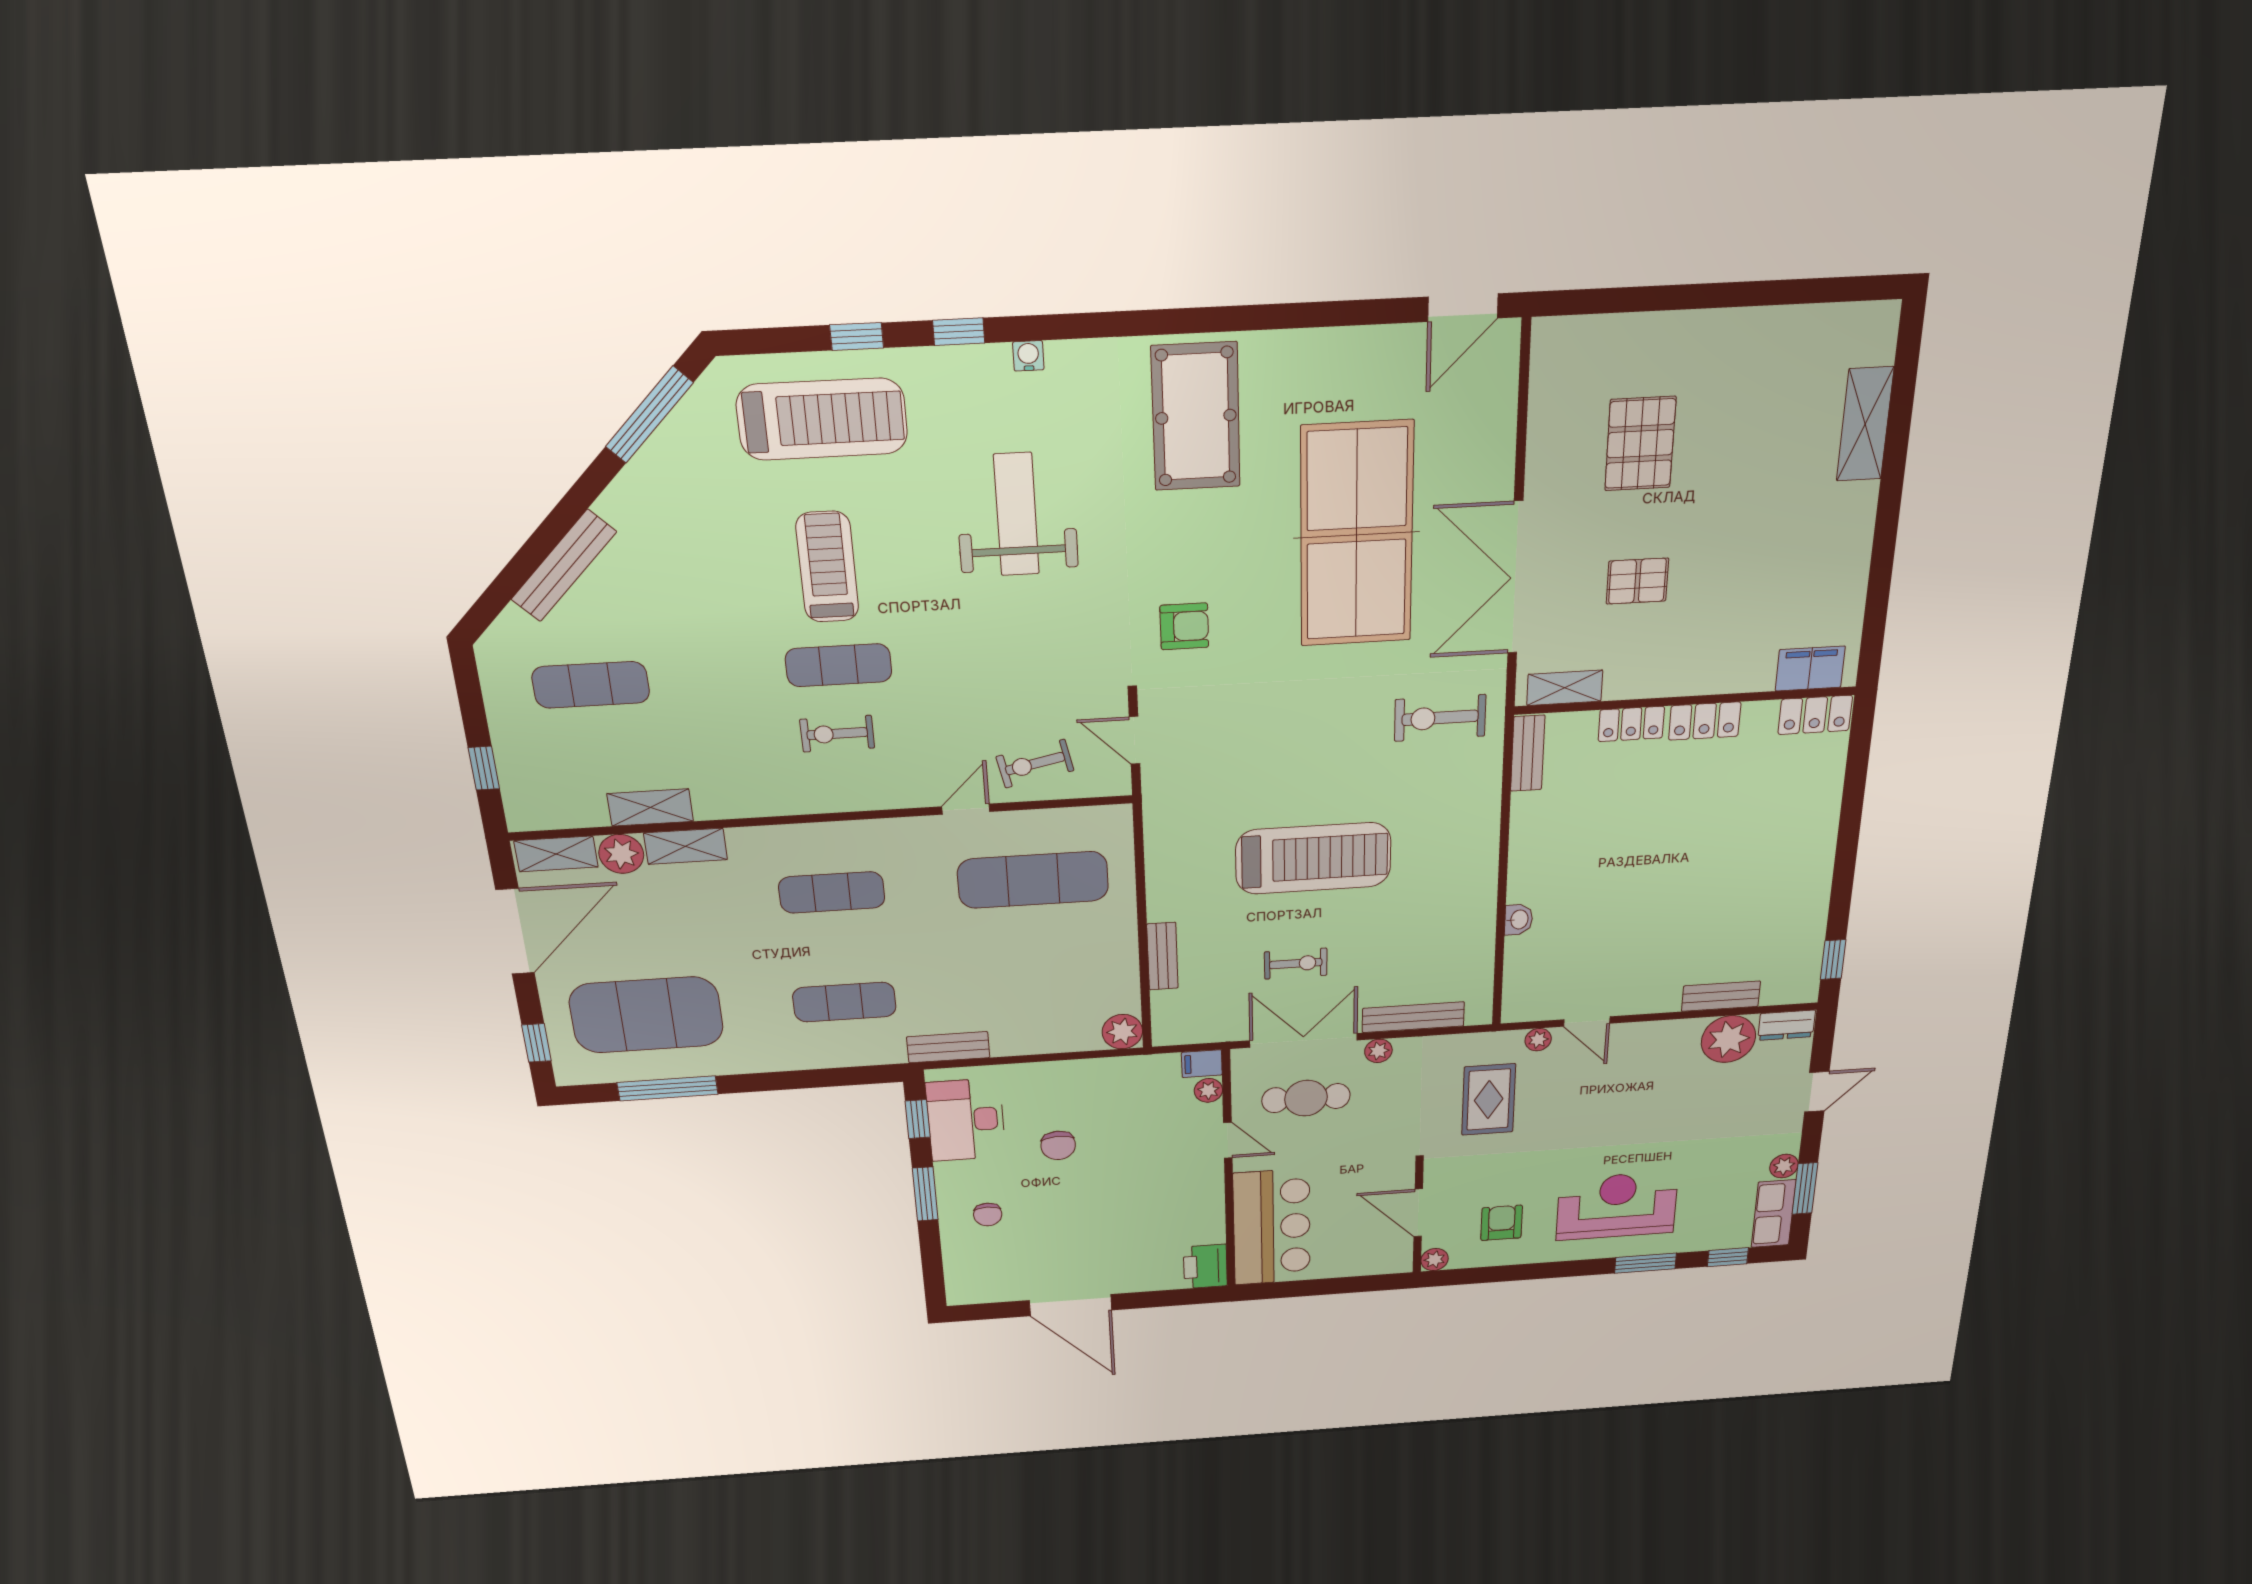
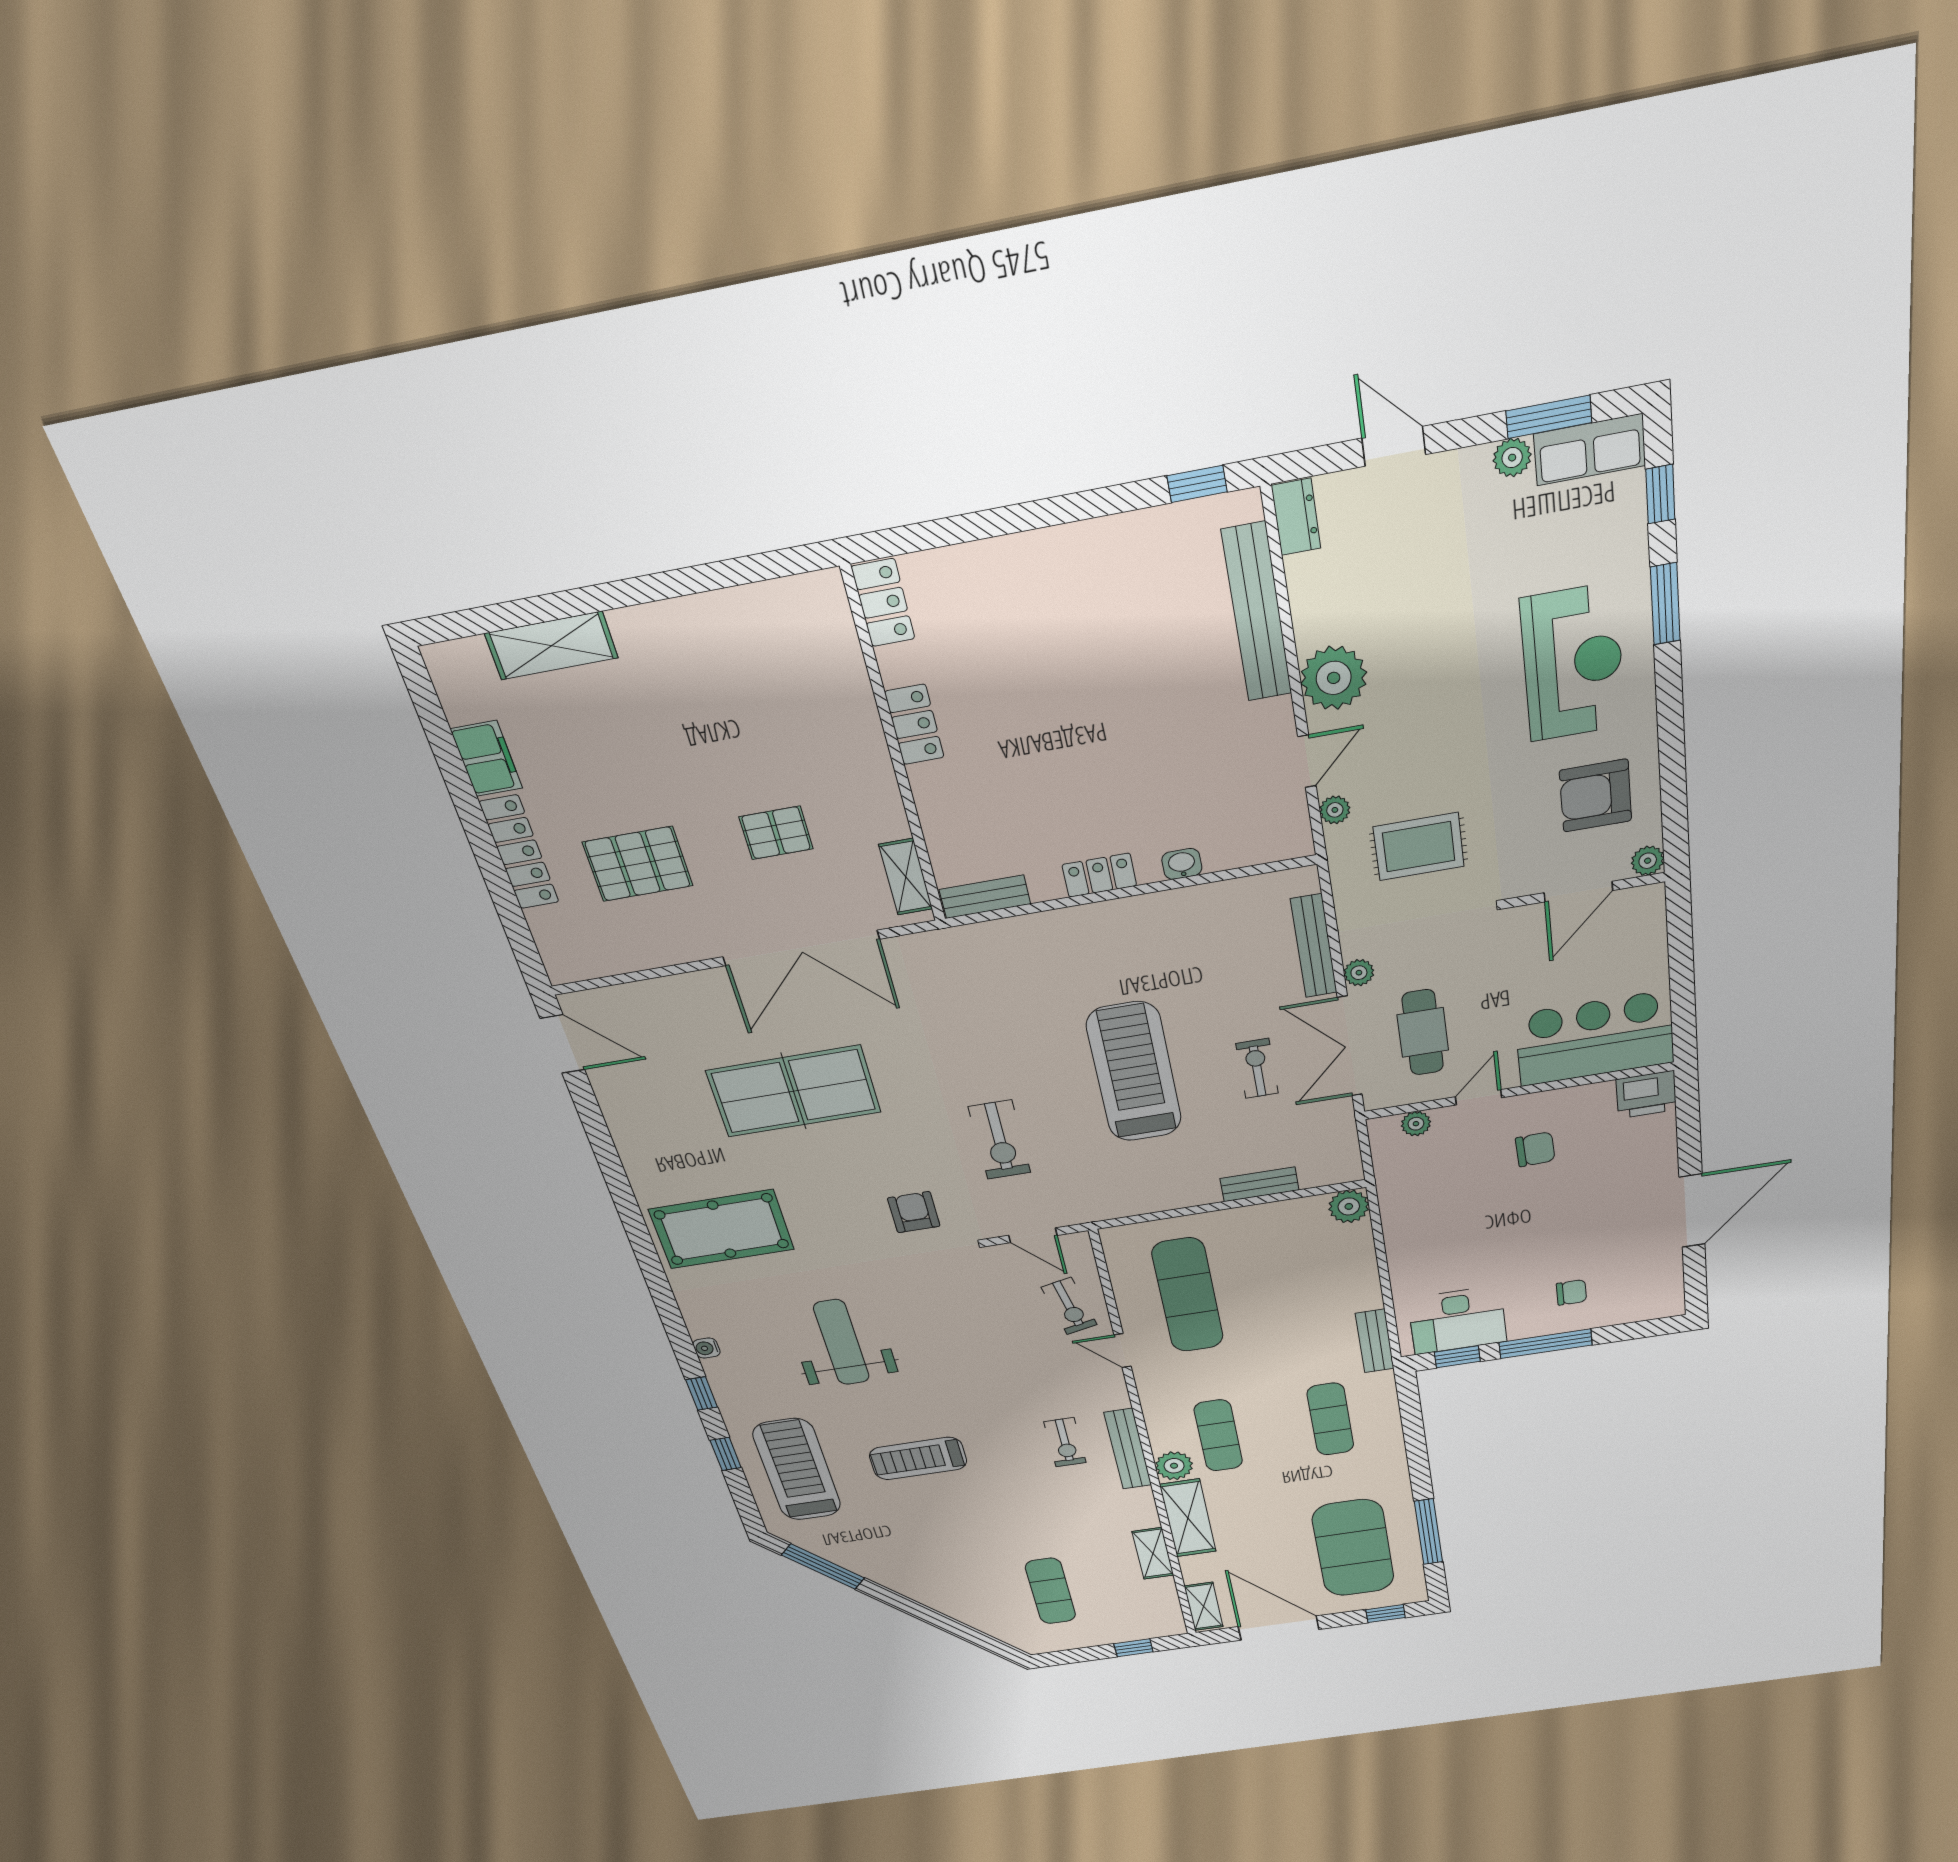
locker: (1682, 330) -> (519, 852), added
weight bench: (1016, 514) -> (841, 1342), turned 90
table tennis table: (1357, 535) -> (794, 1091), width x0.73, depth x0.76
bench: (564, 566) -> (1128, 1449), moved, turned 45
pallet: (1637, 581) -> (776, 833), turned 90
exercise mat: (839, 665) -> (1002, 1446), removed
filing cabinet: (1810, 668) -> (486, 759), moved, turned 180
exercise bike: (1440, 718) -> (1000, 1140), moved
locker: (1631, 724) -> (1099, 875), moved, turned -90
door: (1134, 740) -> (1033, 1235), hinge flipped
shelving: (686, 846) -> (1188, 1518), width x1.50, depth x1.33
plant: (621, 854) -> (1174, 1466), moved
bench: (1721, 996) -> (1257, 613), width x1.86, depth x1.21
plant: (1728, 1039) -> (1334, 678), moved
filing cabinet: (1202, 1064) -> (1383, 1134), removed
chair: (1058, 1145) -> (1535, 1149), moved
window: (925, 1194) -> (1545, 1344), width x1.44
reception desk: (1617, 1206) -> (1573, 663), turned 180
armchair: (1502, 1223) -> (1596, 796), width x1.38, depth x1.38

